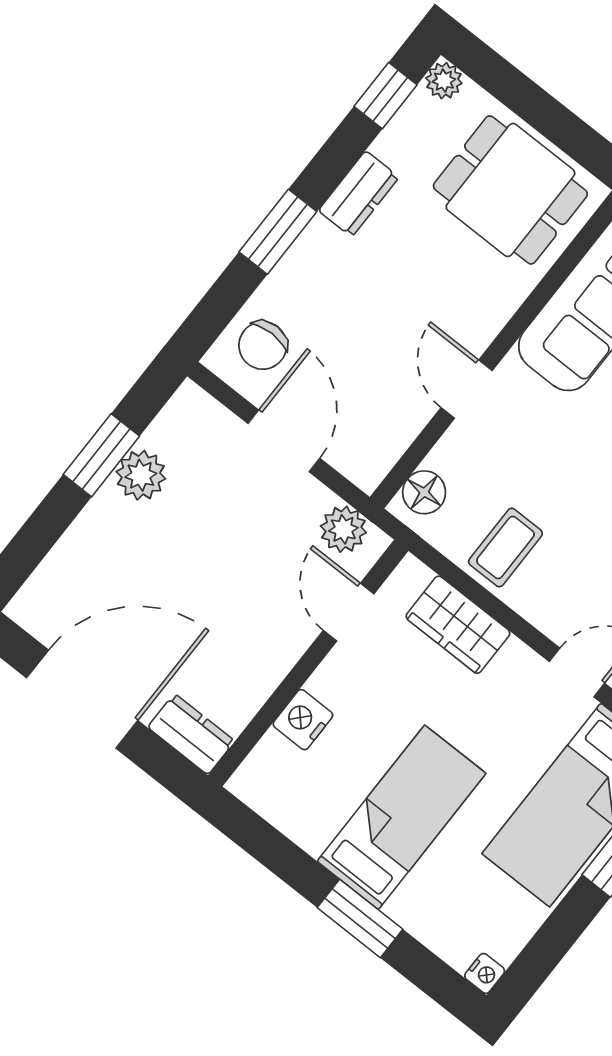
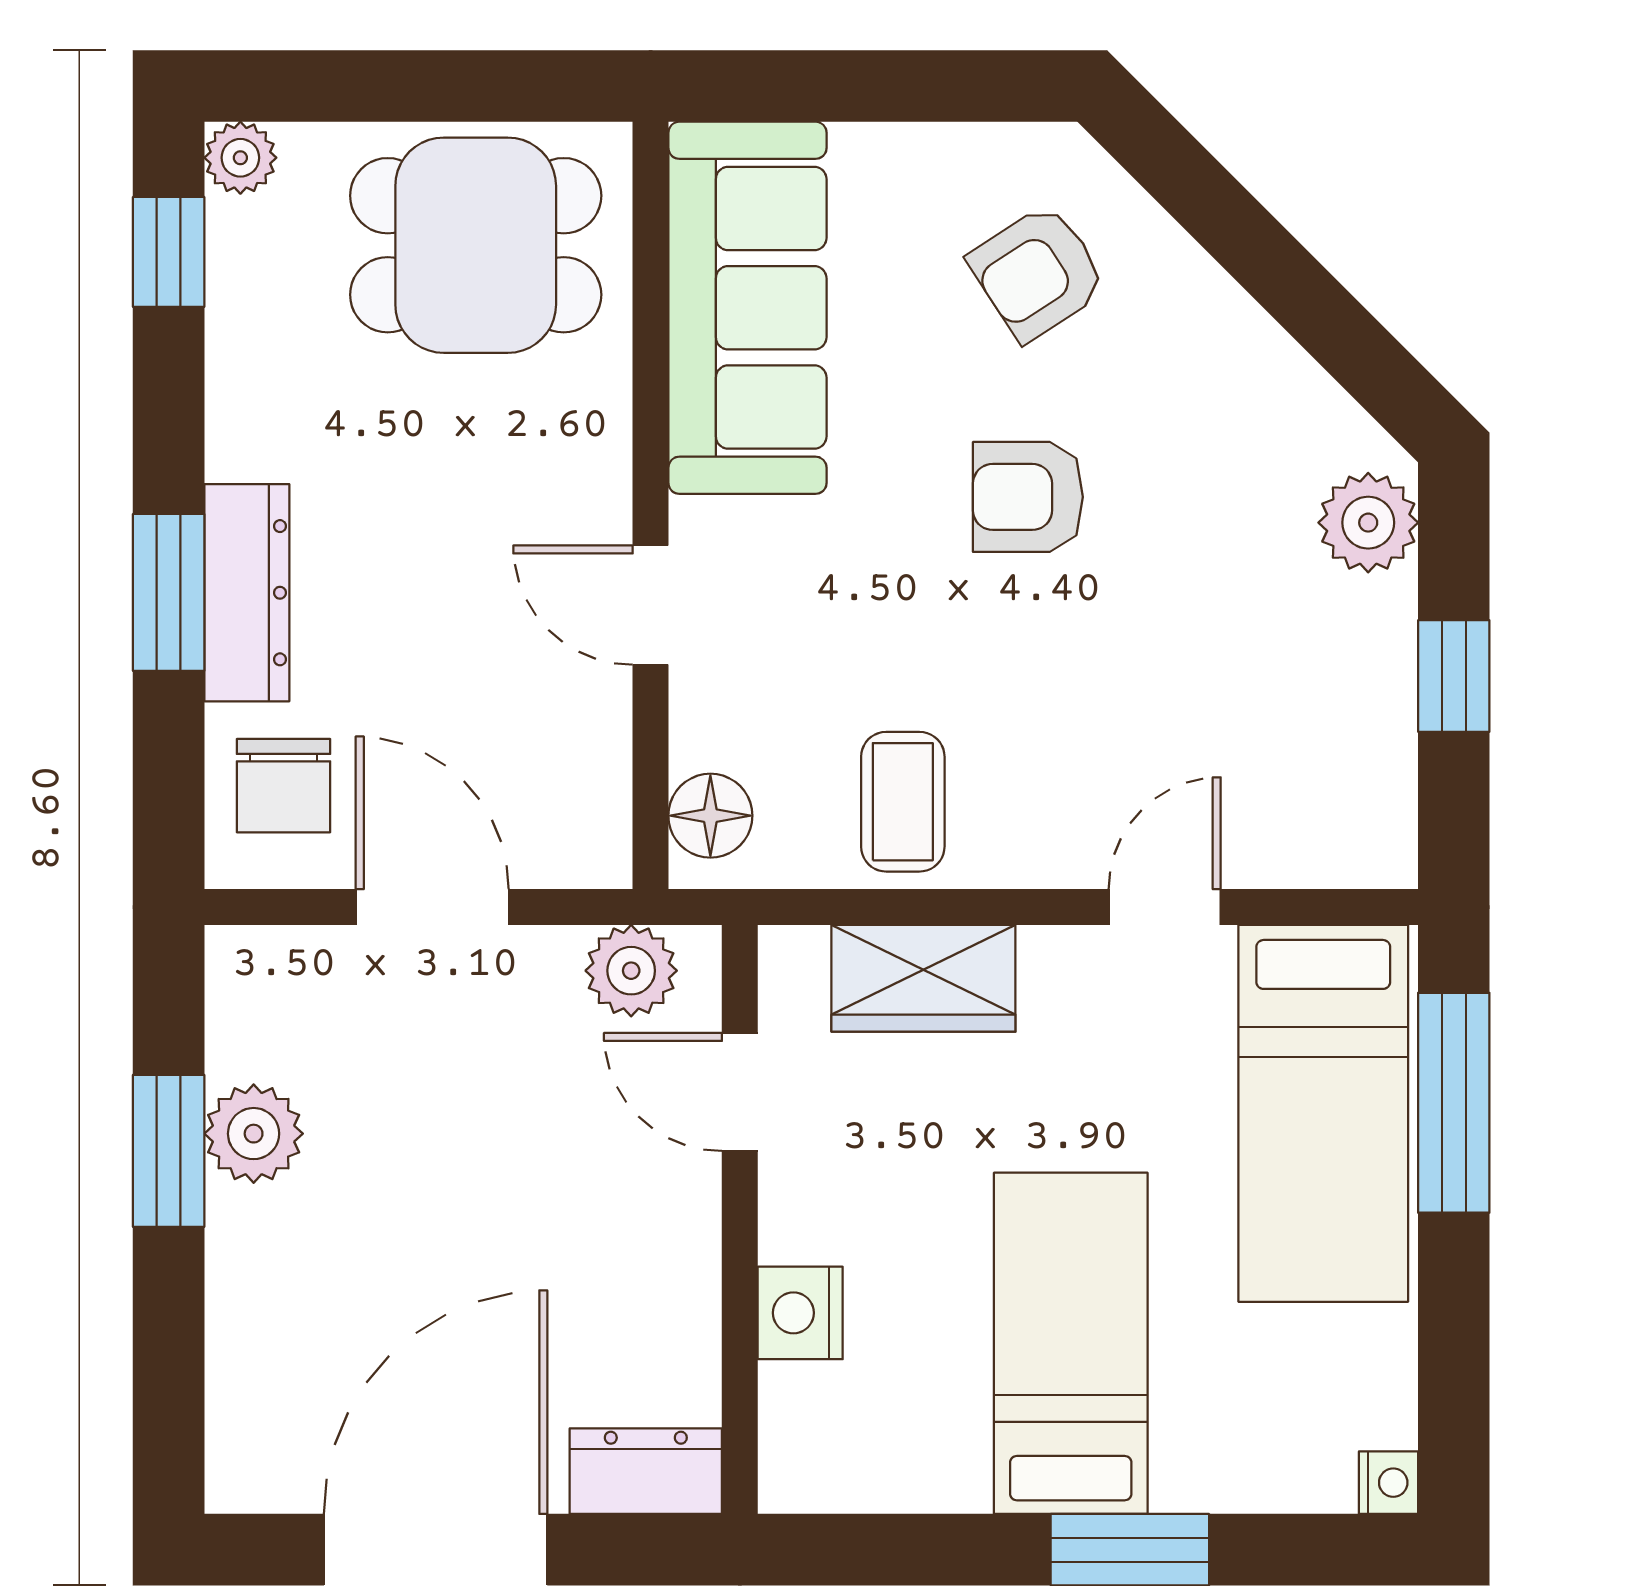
dresser: (359, 194) -> (247, 593), moved, width x1.44

